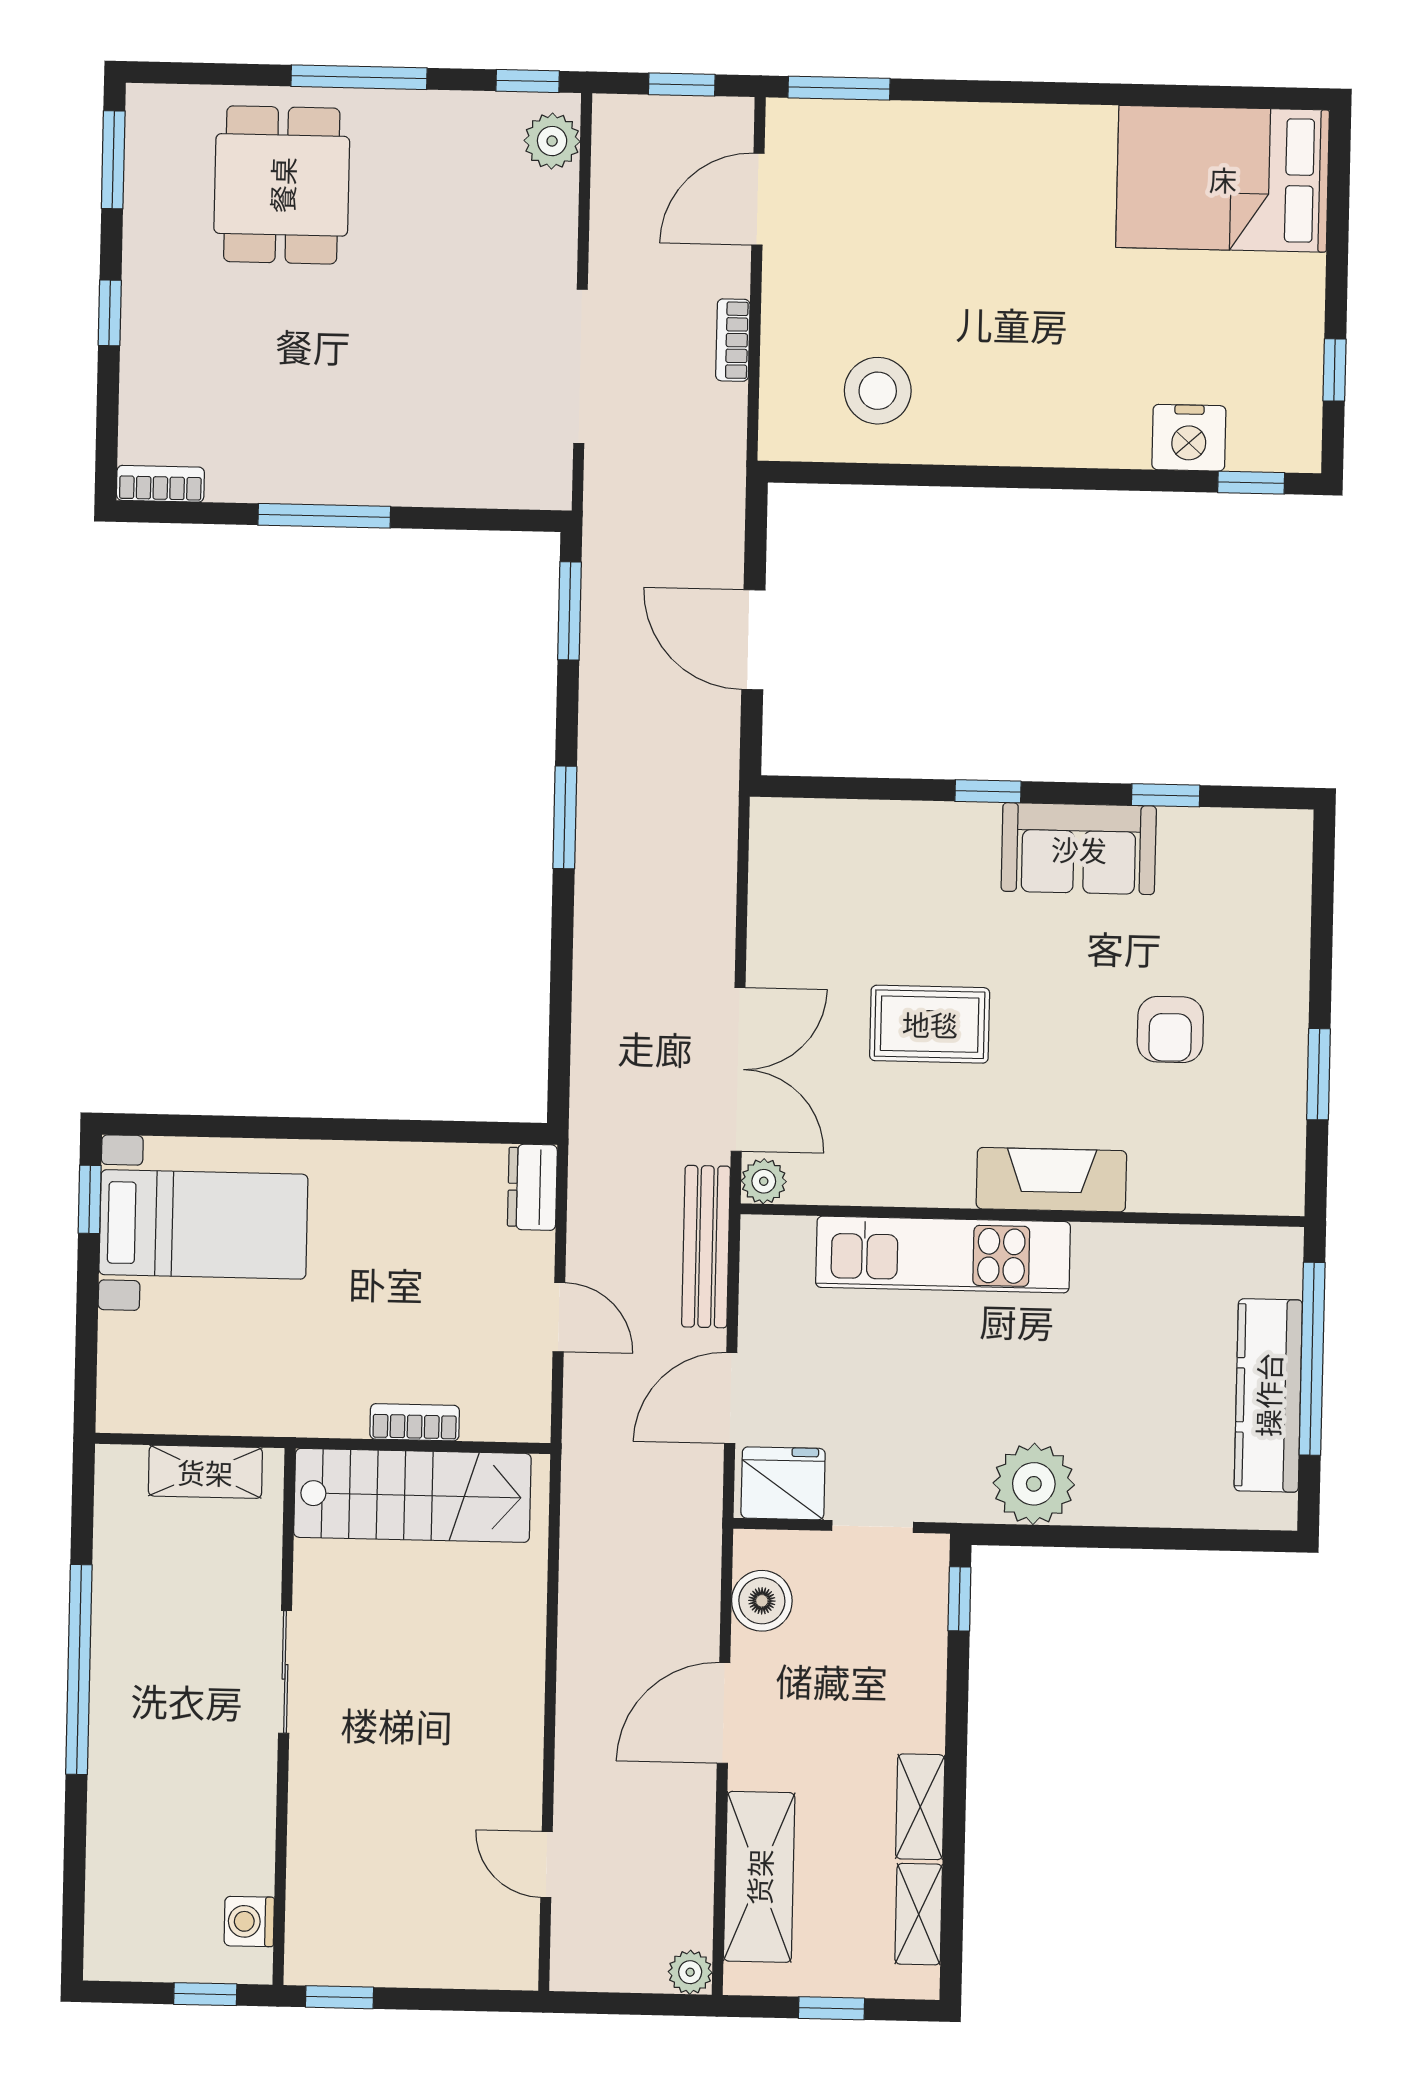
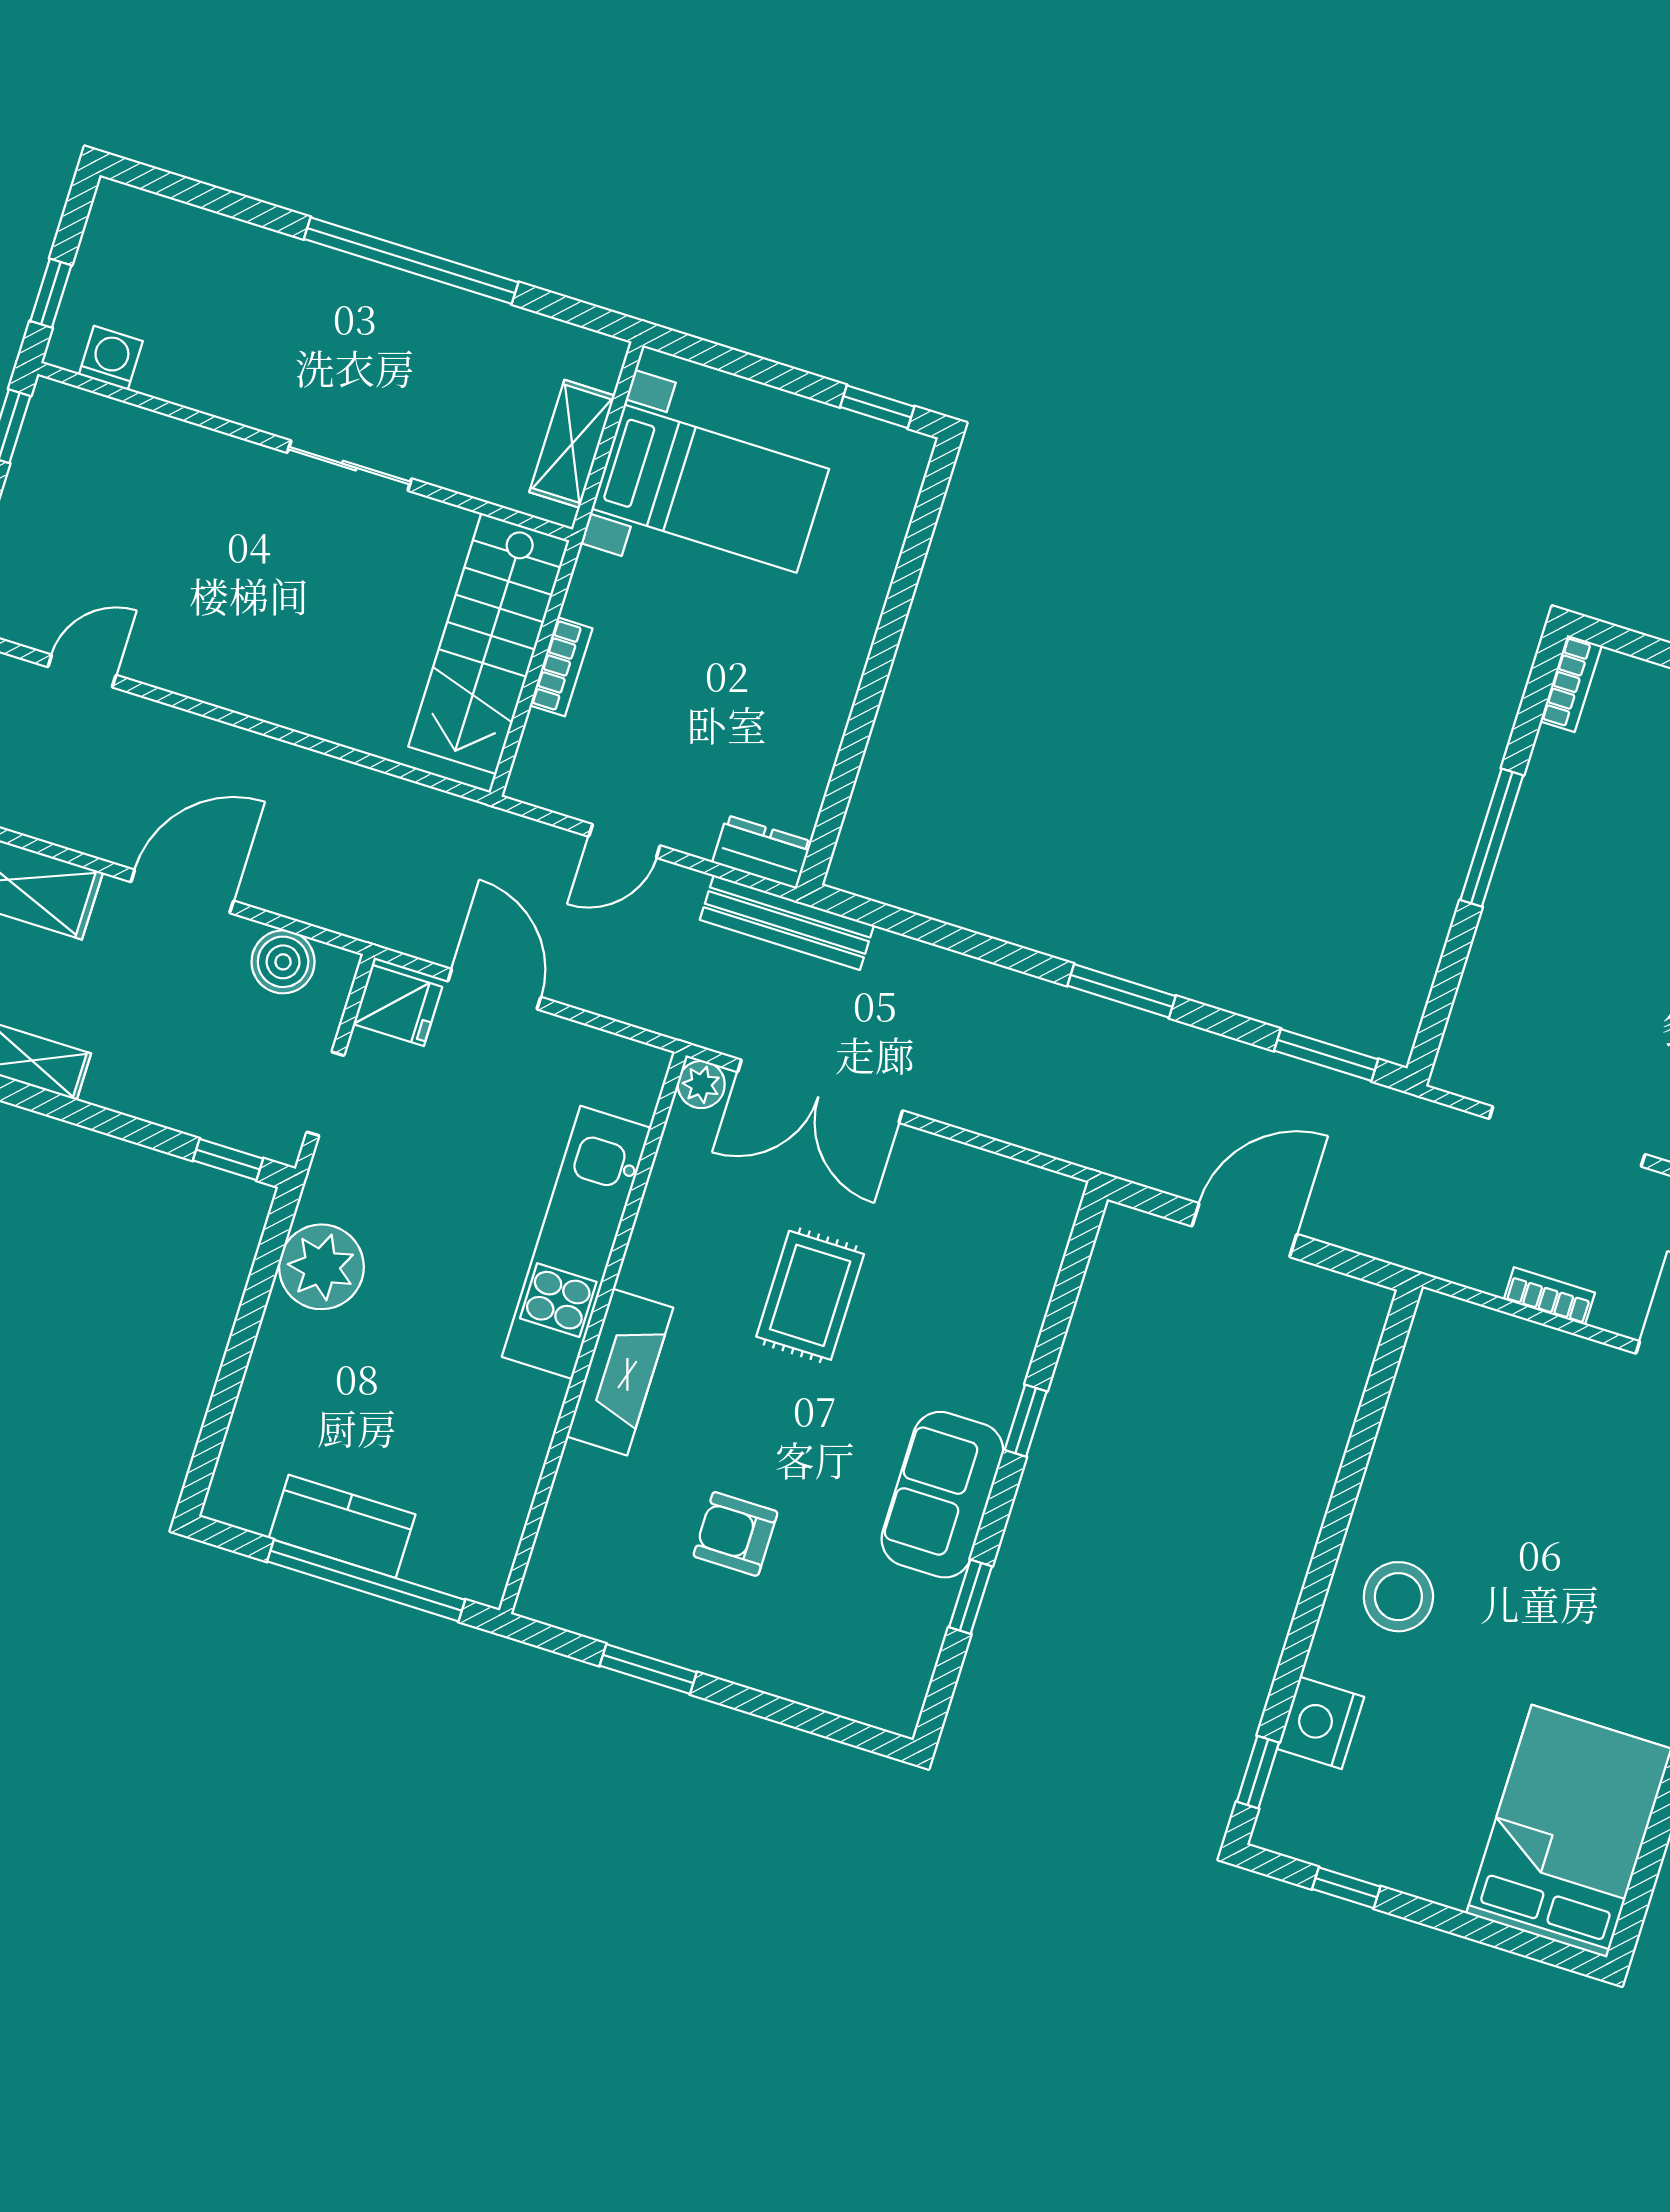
stool: (878, 391) -> (1398, 1597), moved
bed with nightstands: (203, 1224) -> (710, 489), moved, turned -90
bench: (706, 1247) -> (787, 922), moved
kitchen counter: (1268, 1395) -> (342, 1526), width x0.67
fridge: (783, 1483) -> (398, 1005), width x0.72
door: (724, 1713) -> (182, 891), hinge flipped

